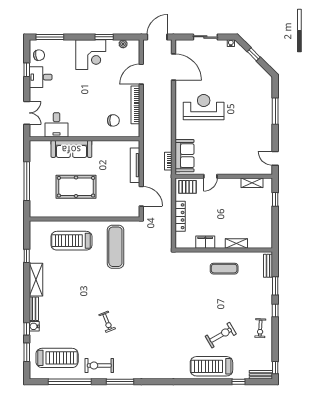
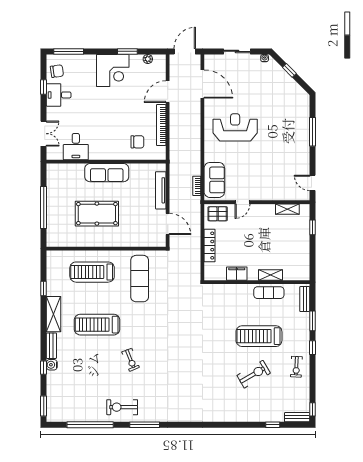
sofa: (71, 149) -> (107, 173), moved
exercise mat: (224, 269) -> (269, 293), moved
window: (27, 352) -> (44, 406), moved
treadmill: (57, 358) -> (97, 325), moved, turned 180
treadmill: (211, 366) -> (259, 336), moved

